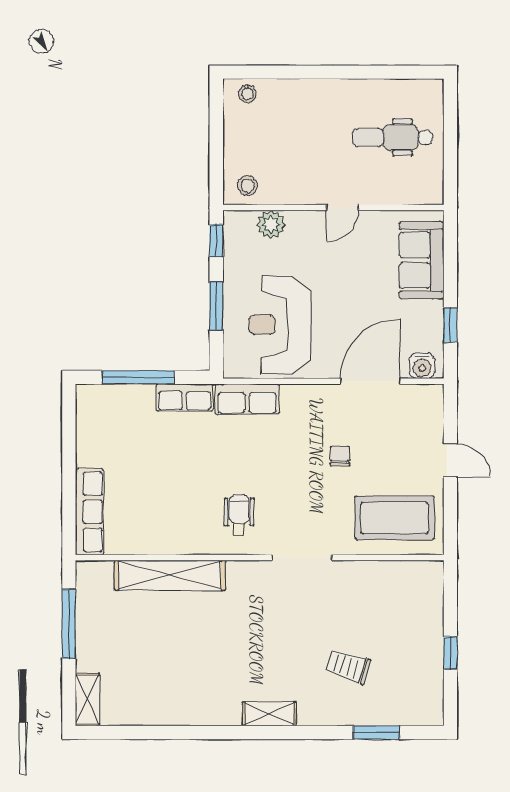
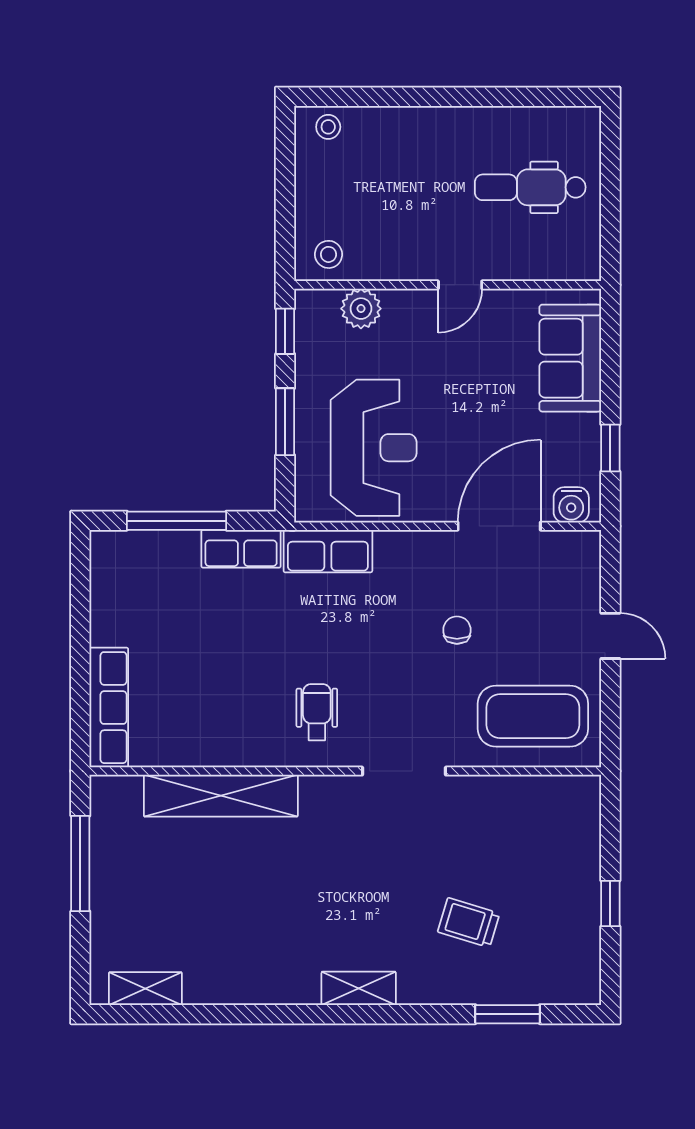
reception desk: (280, 325) -> (374, 448), turned 180
shelving: (87, 700) -> (145, 989), moved, turned 90

